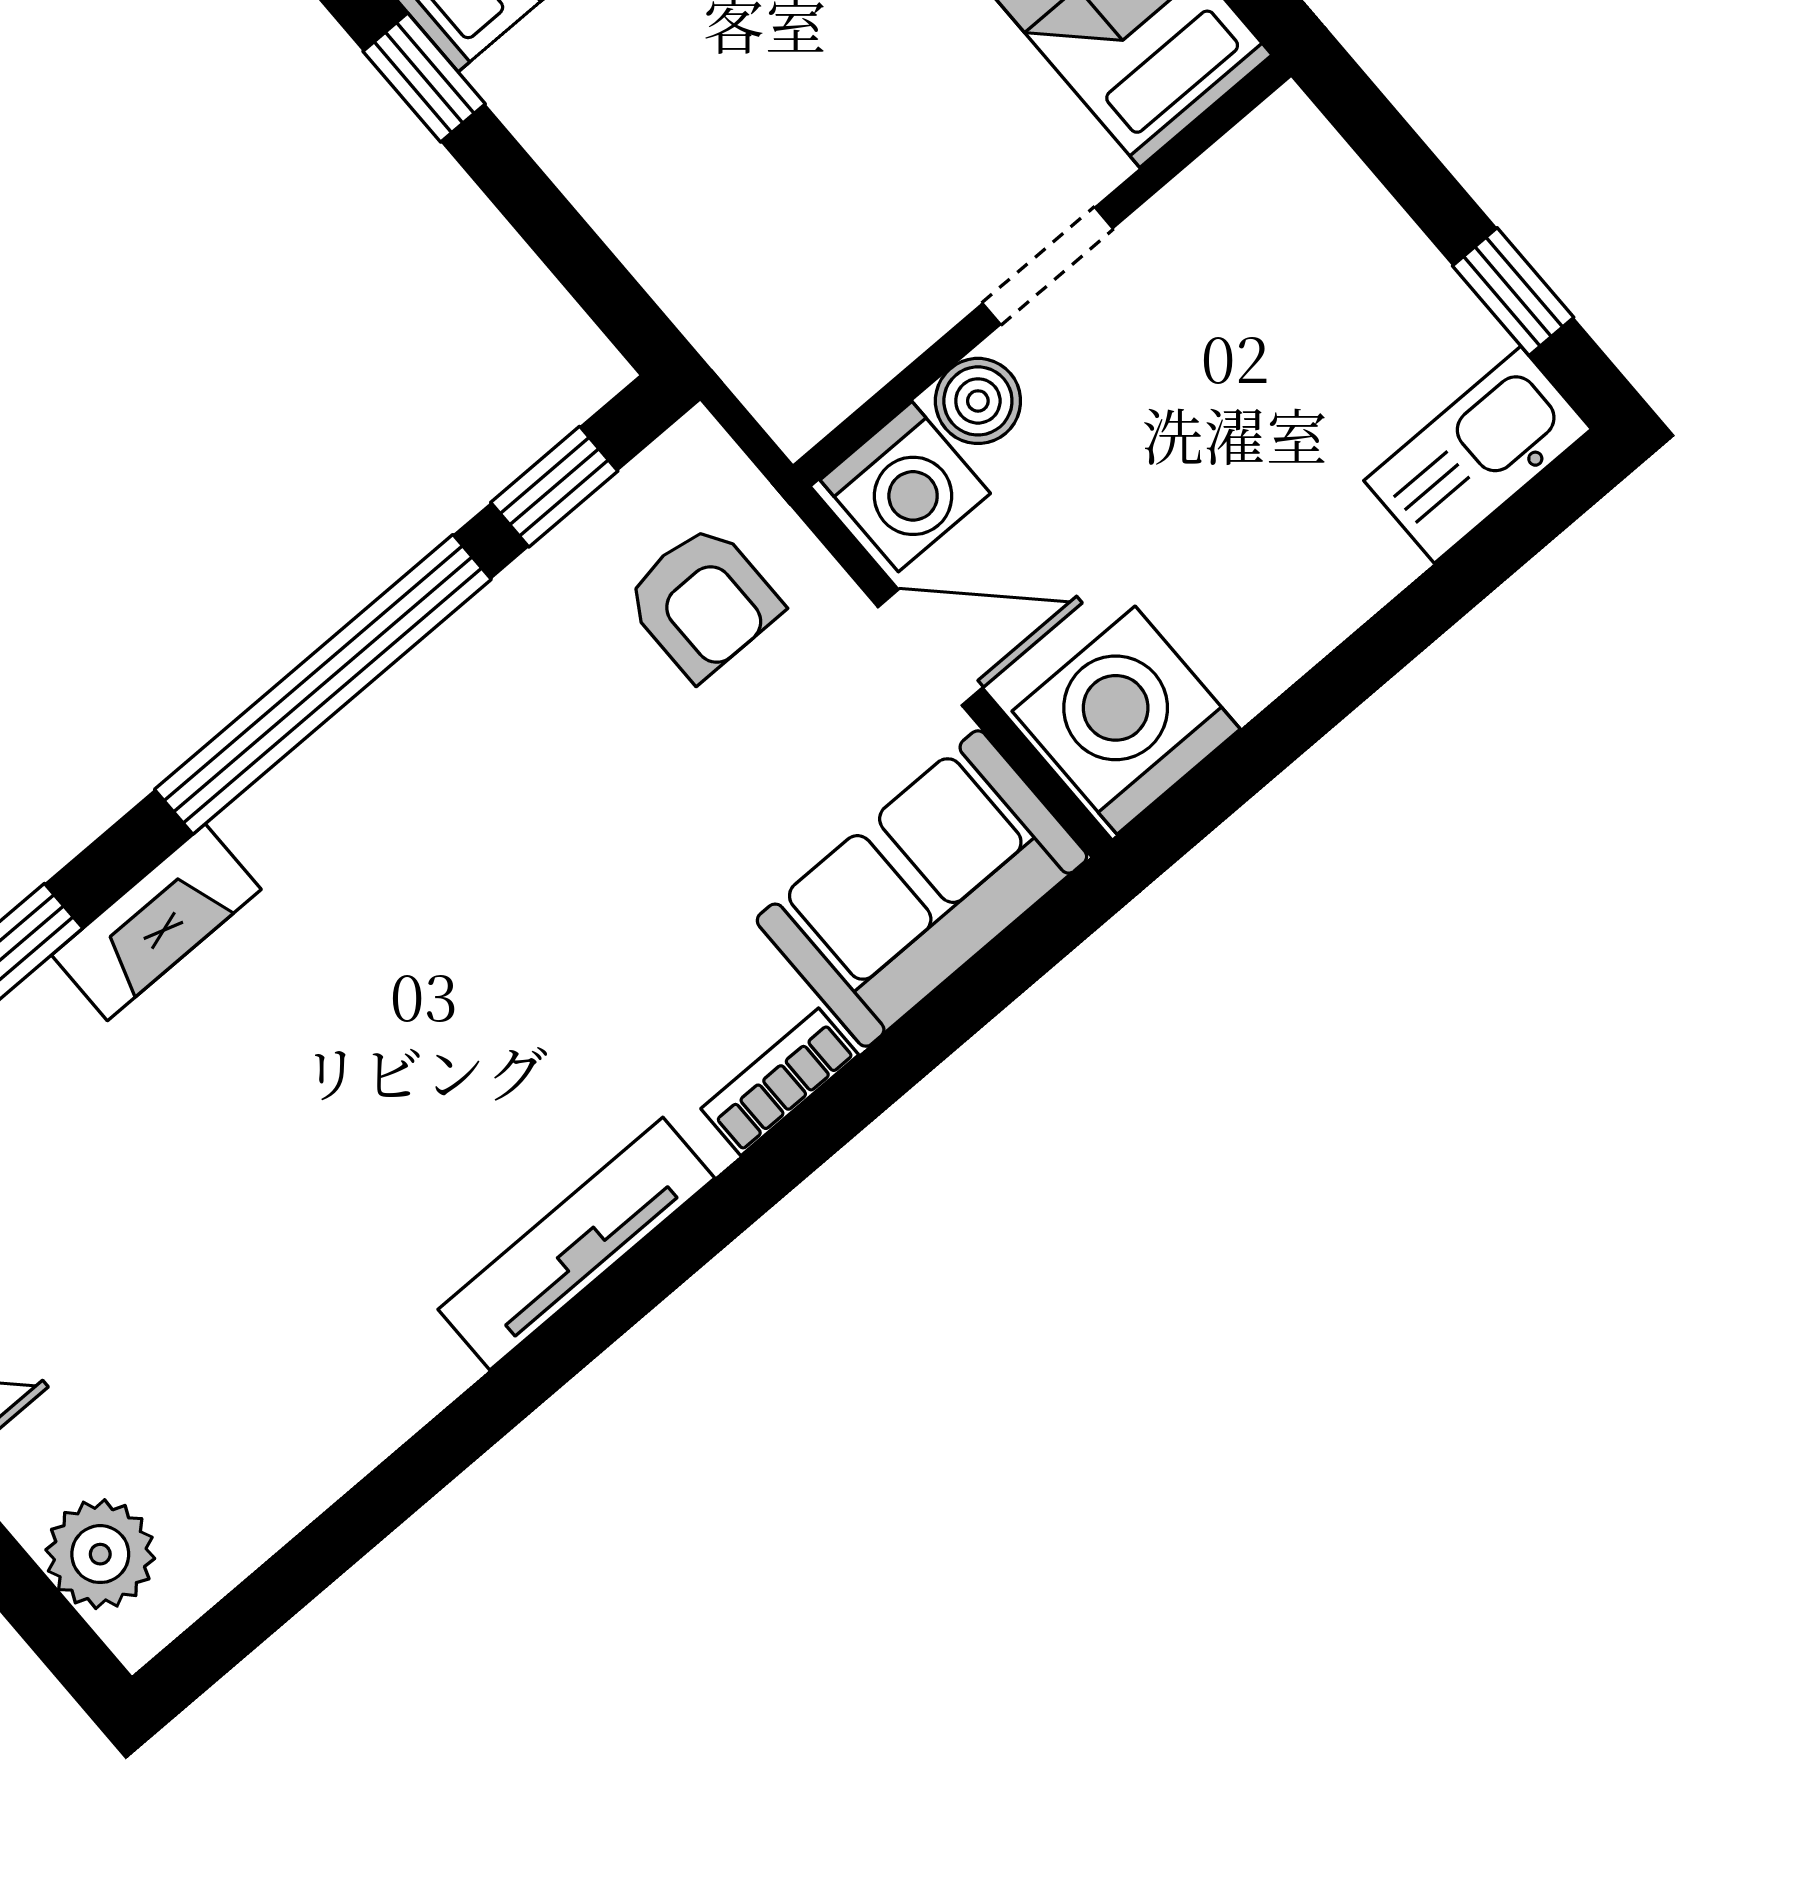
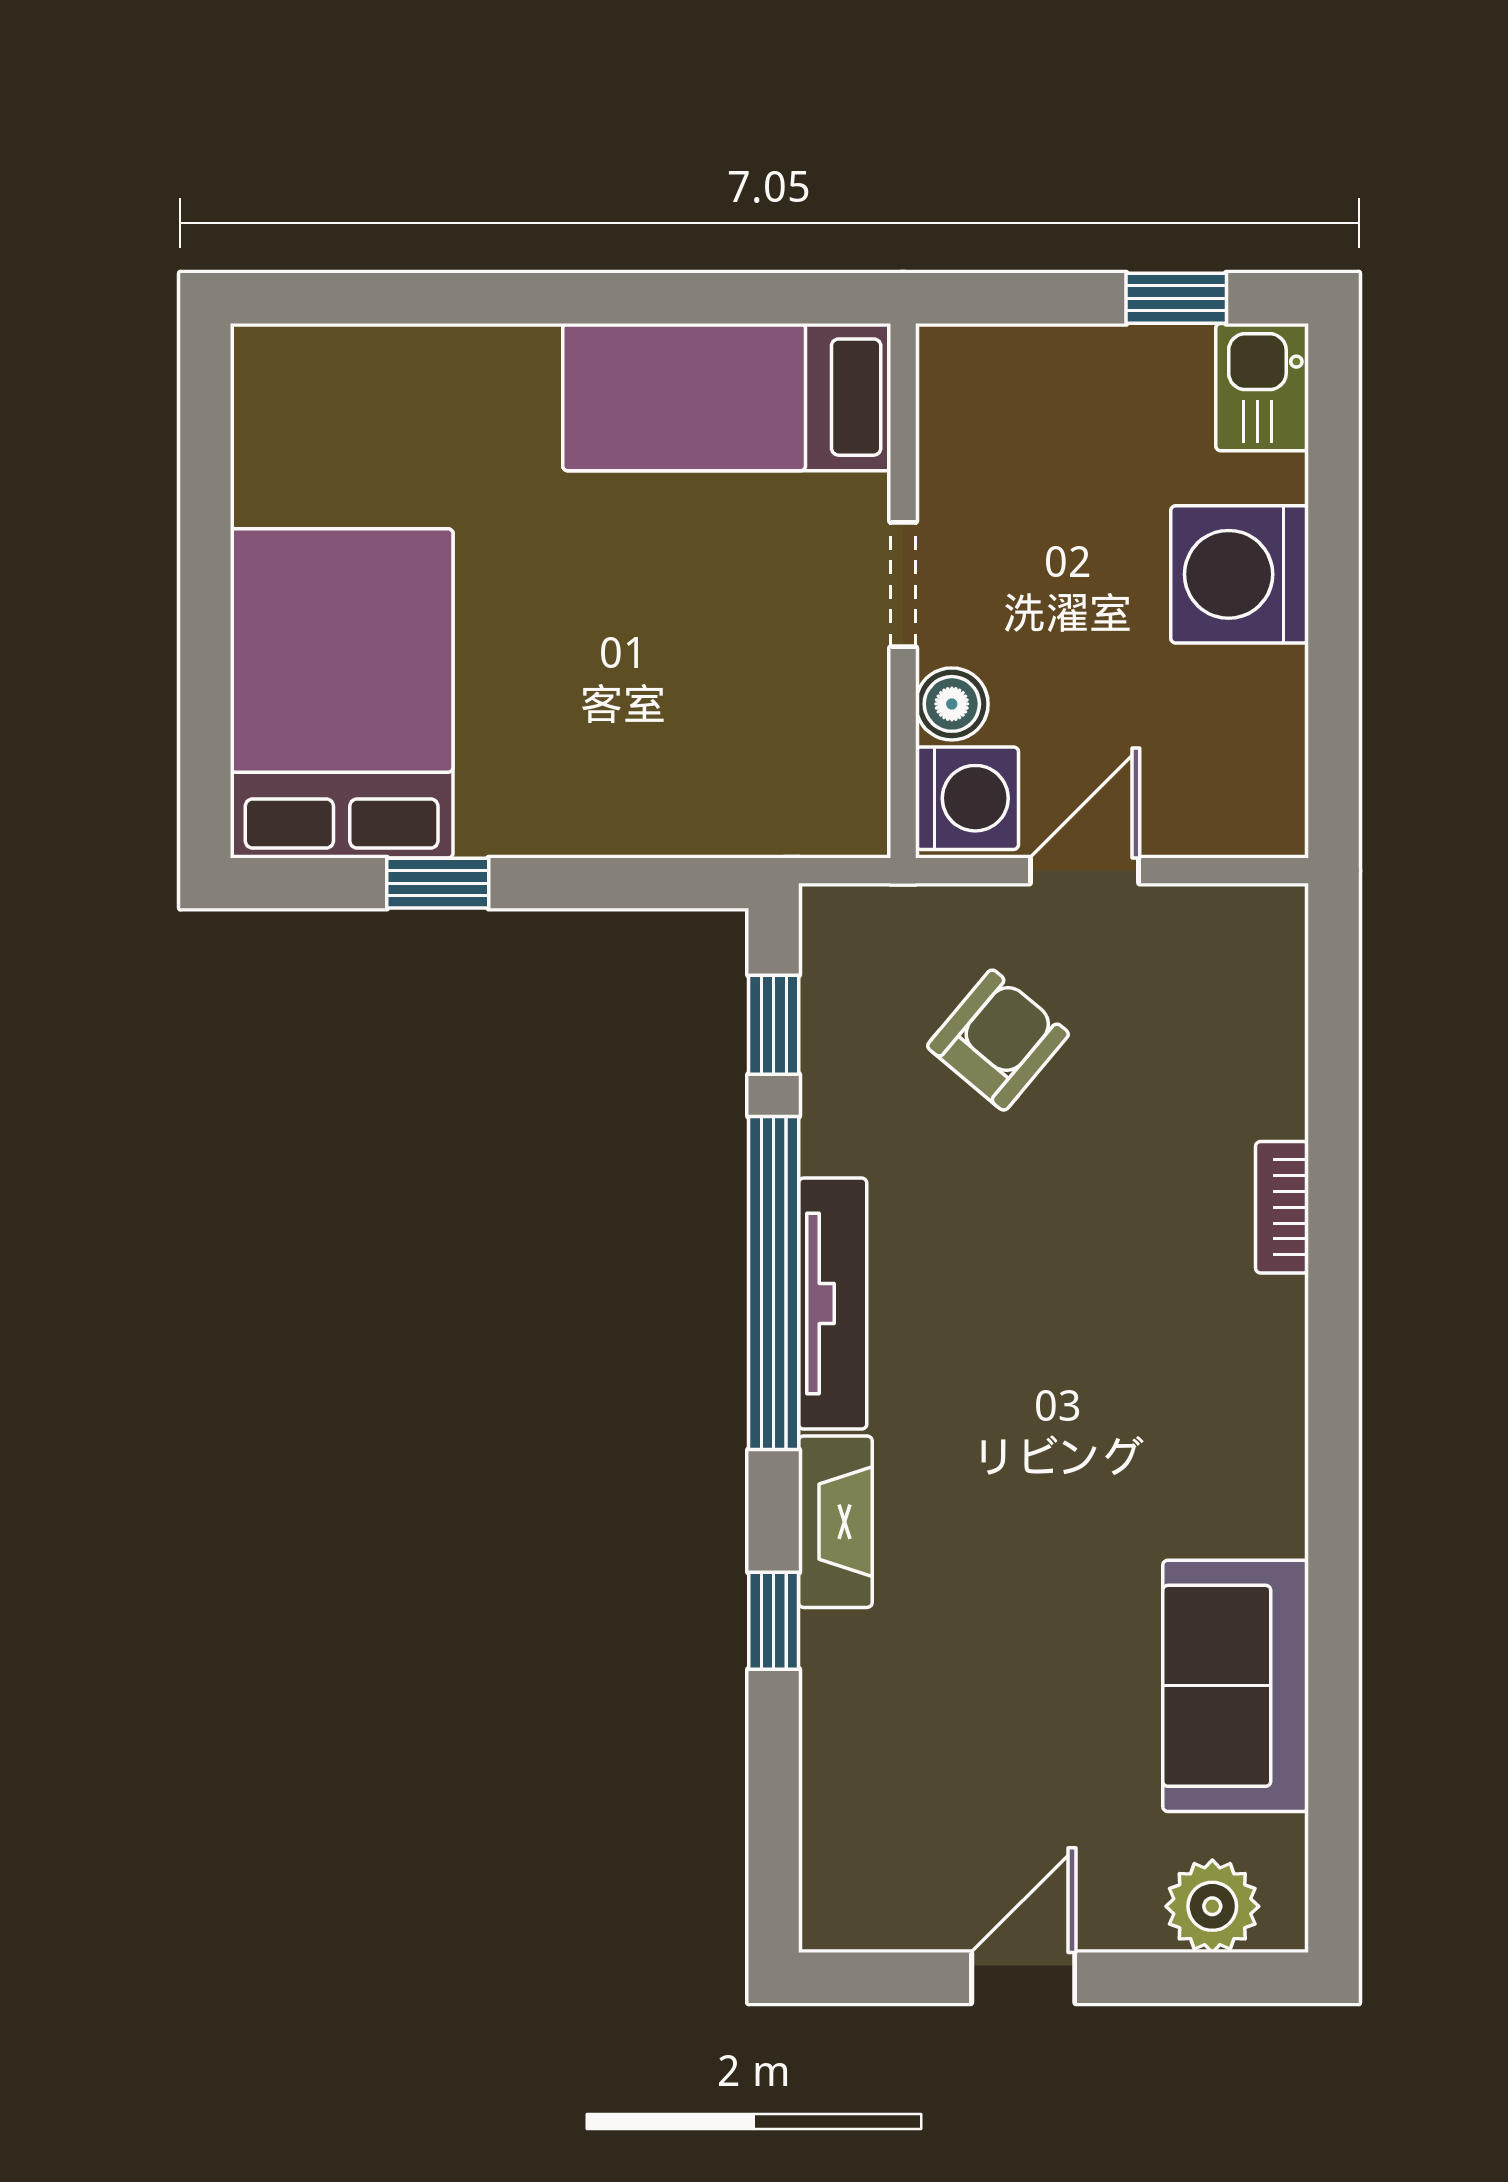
kitchen sink: (1478, 455) -> (1262, 387), width x0.73
armchair: (703, 602) -> (998, 1040), moved, turned -50
washing machine: (1126, 720) -> (1240, 574), moved
sofa: (922, 889) -> (1236, 1686), moved
tv unit: (576, 1244) -> (833, 1304), moved, turned 180

